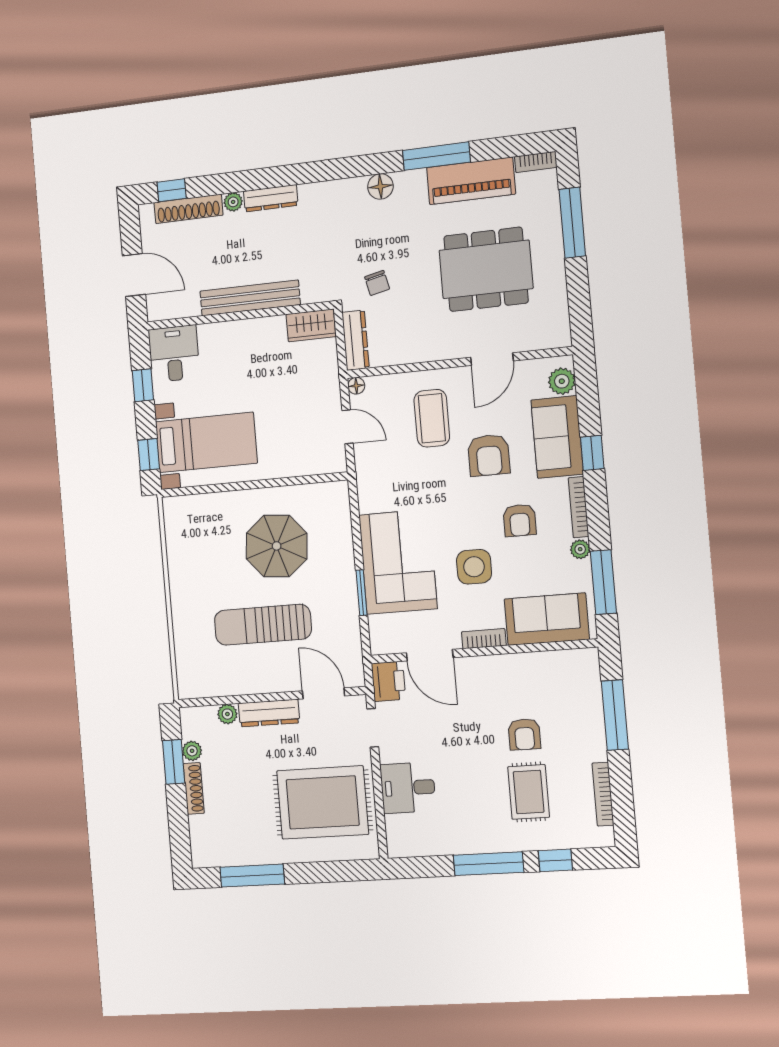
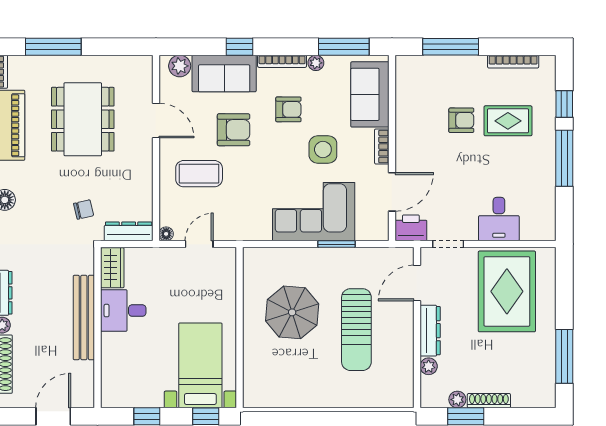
desk: (174, 354) -> (123, 311), moved

